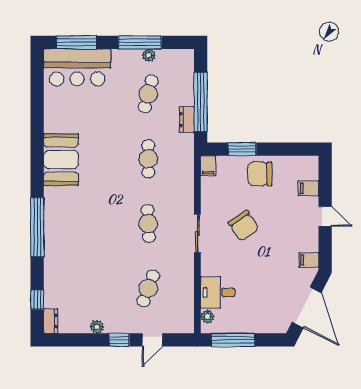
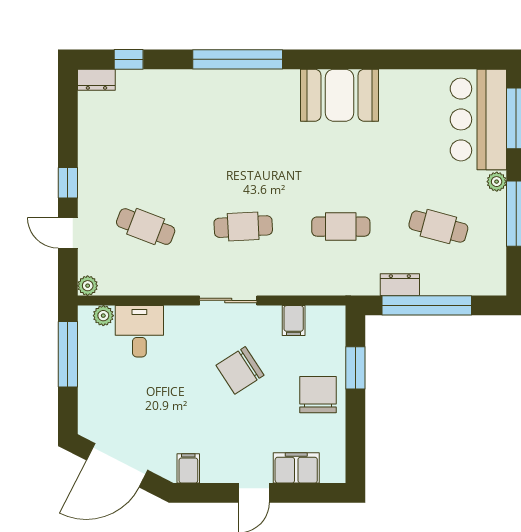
plant: (149, 55) -> (497, 182), moved
filing cabinet: (208, 166) -> (294, 321), moved, turned -90
filing cabinet: (309, 188) -> (296, 468), width x2.00
plant: (97, 327) -> (88, 286), moved

